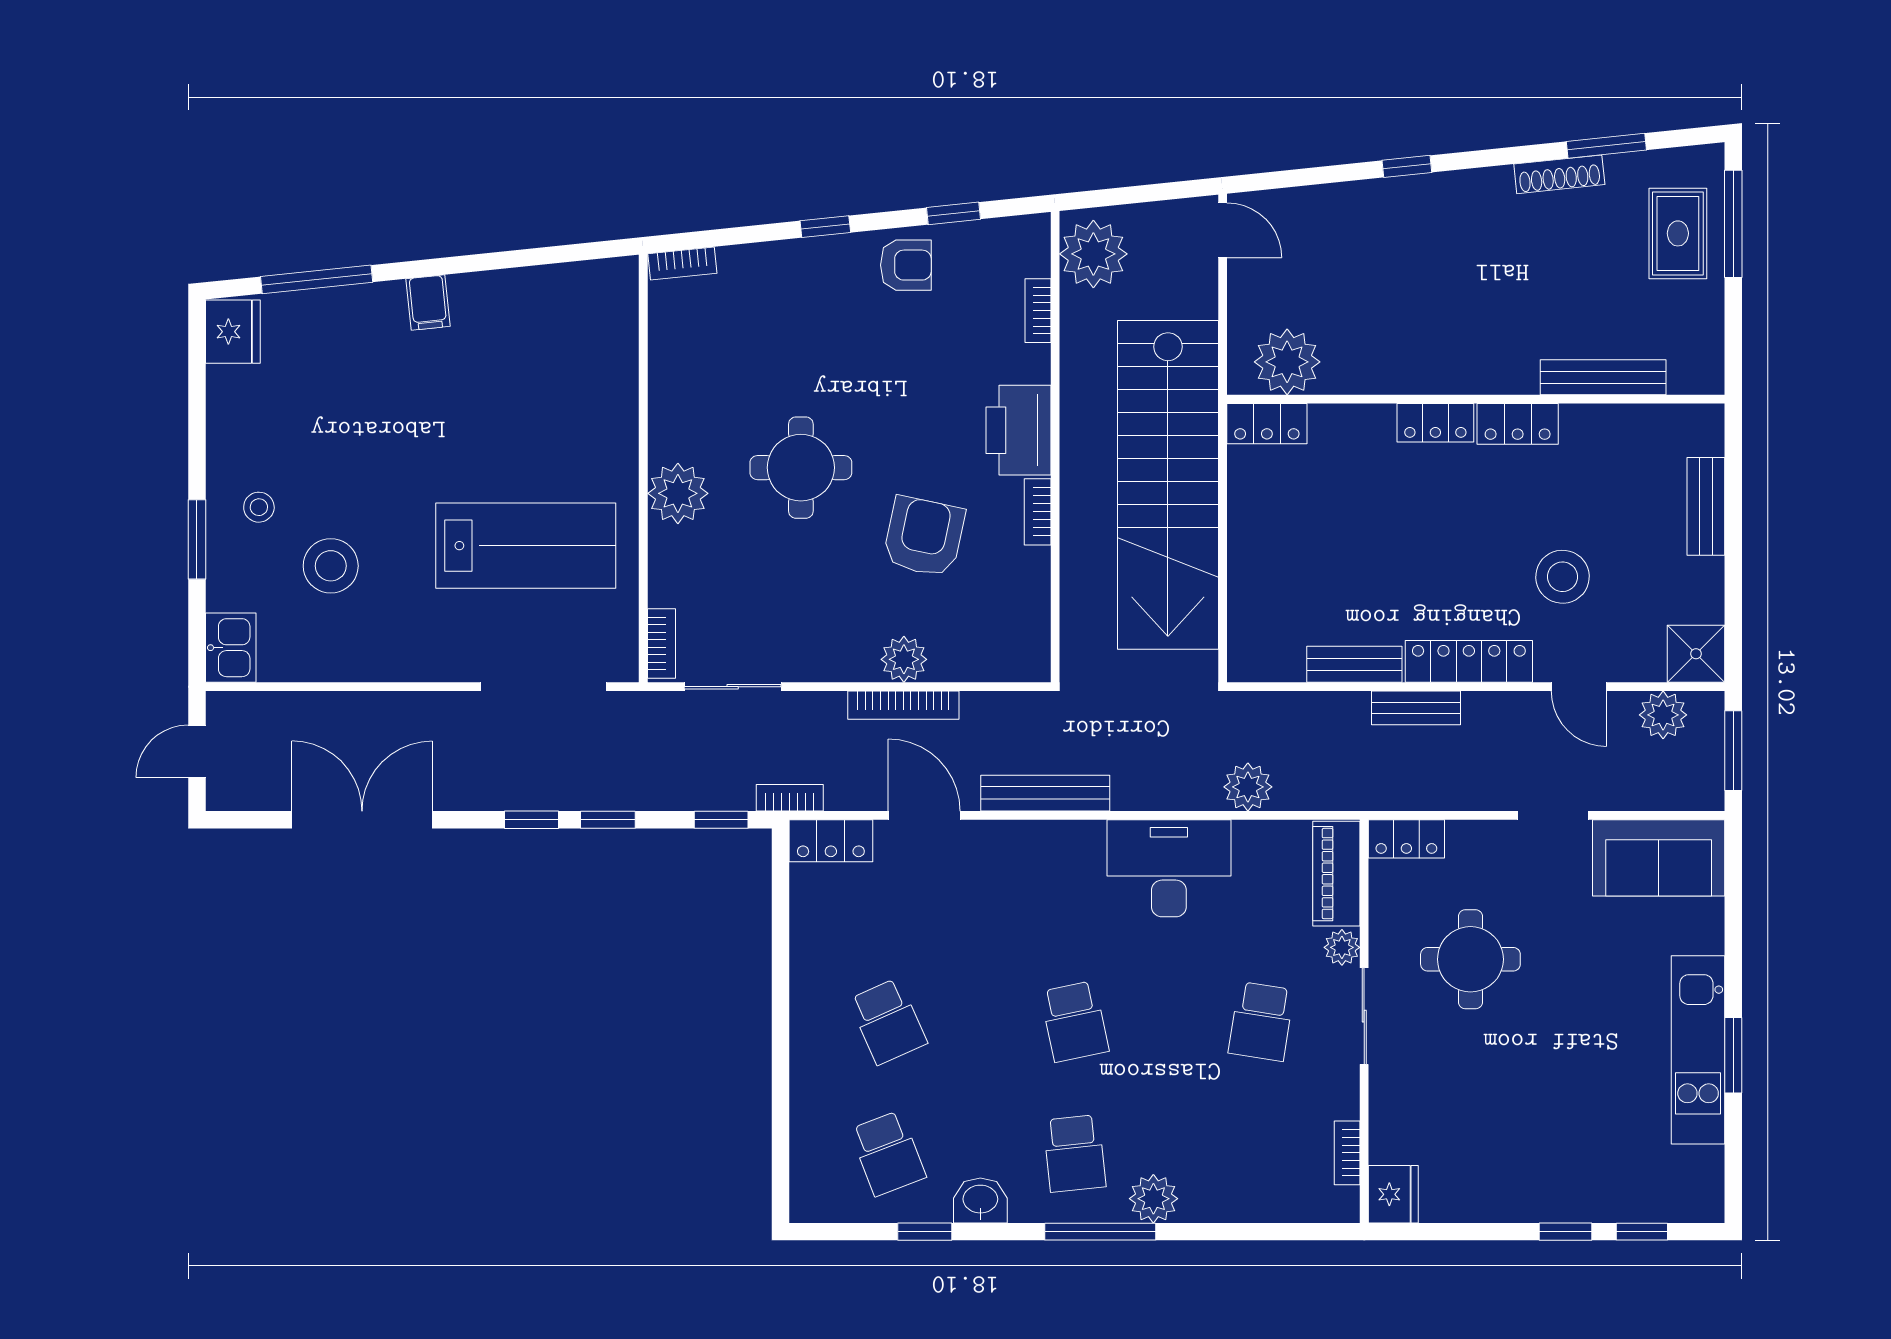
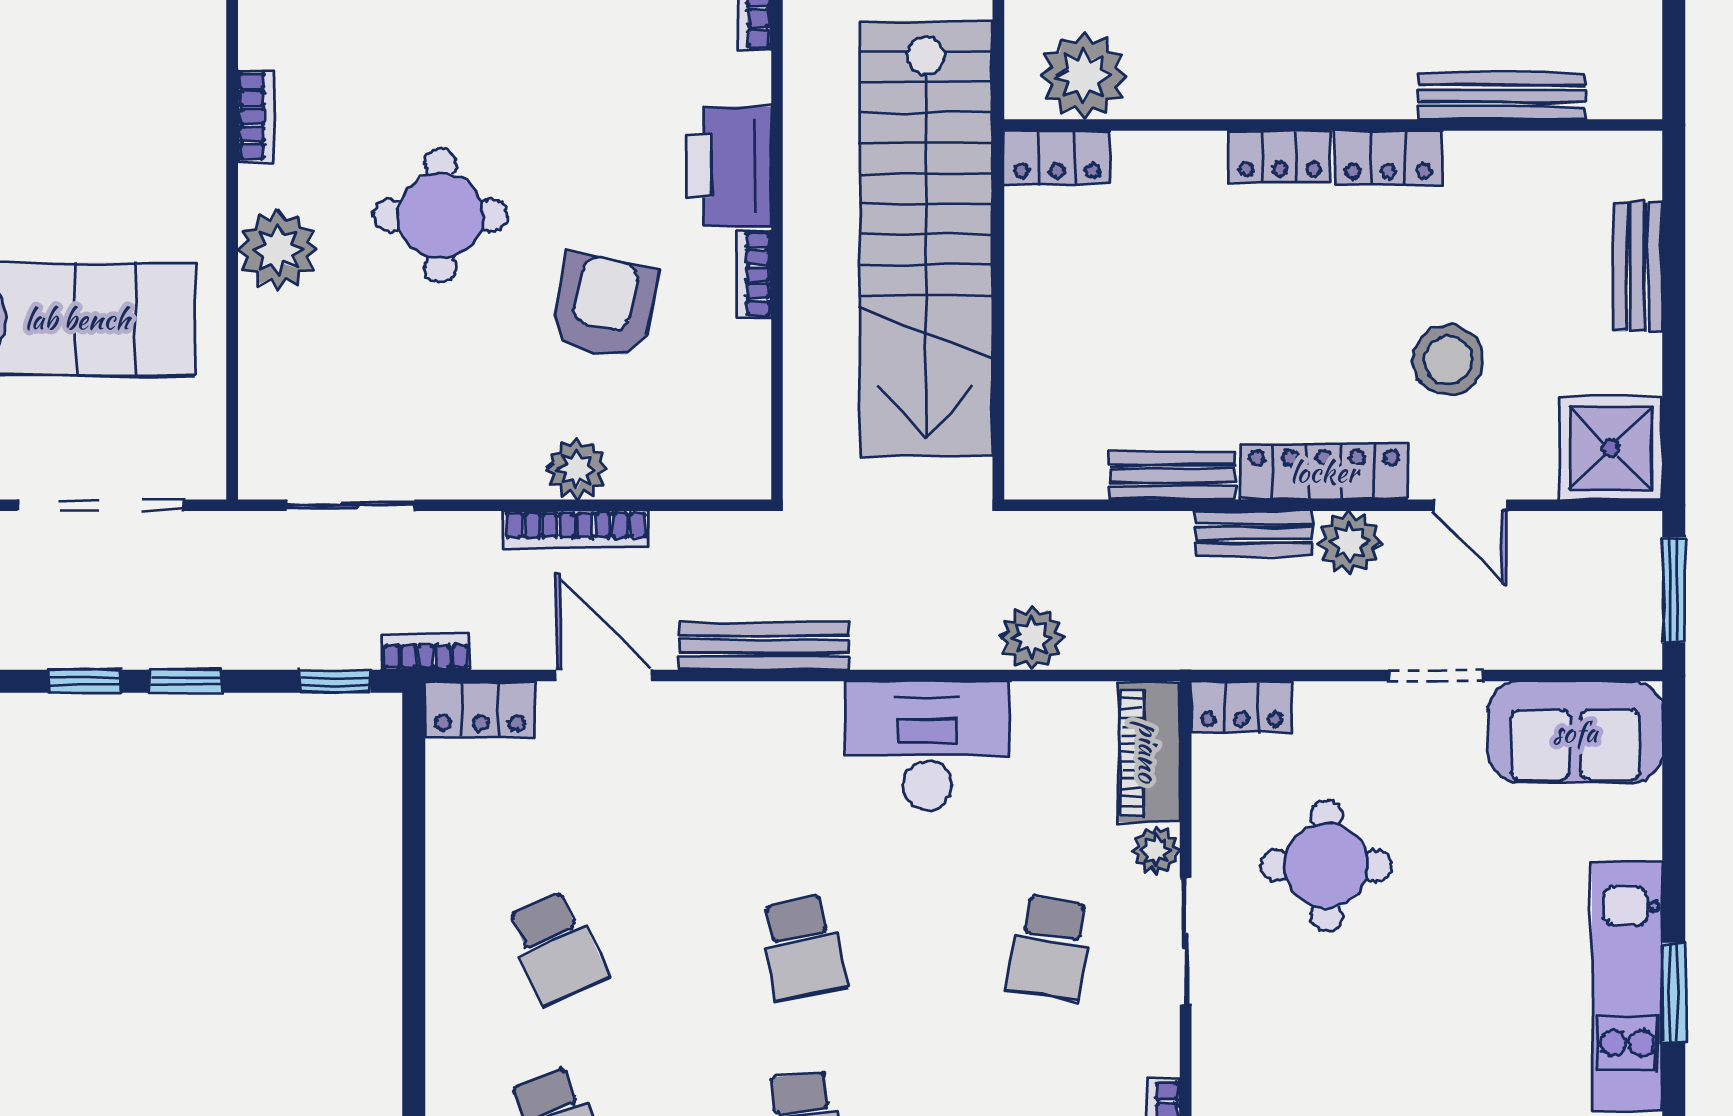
bookcase: (661, 644) -> (256, 116), moved
shower: (1696, 654) -> (1611, 448), width x1.36, depth x1.36
plant: (1663, 715) -> (1349, 543), moved

